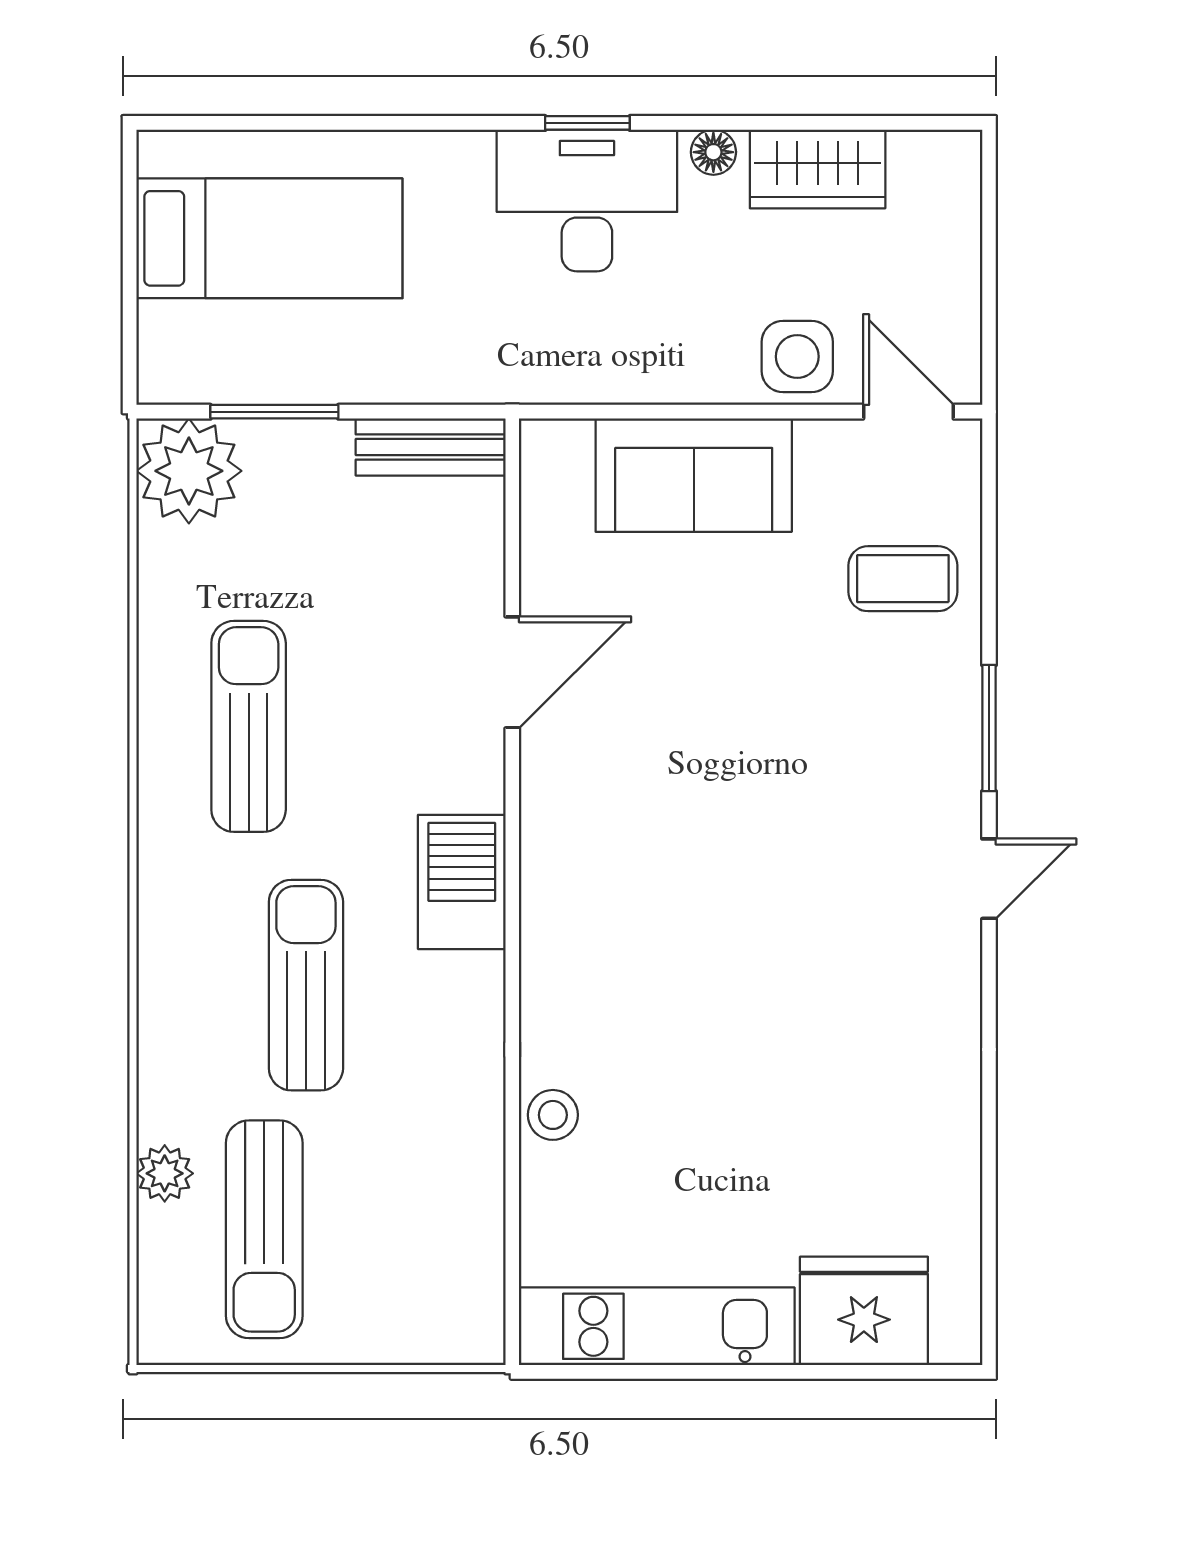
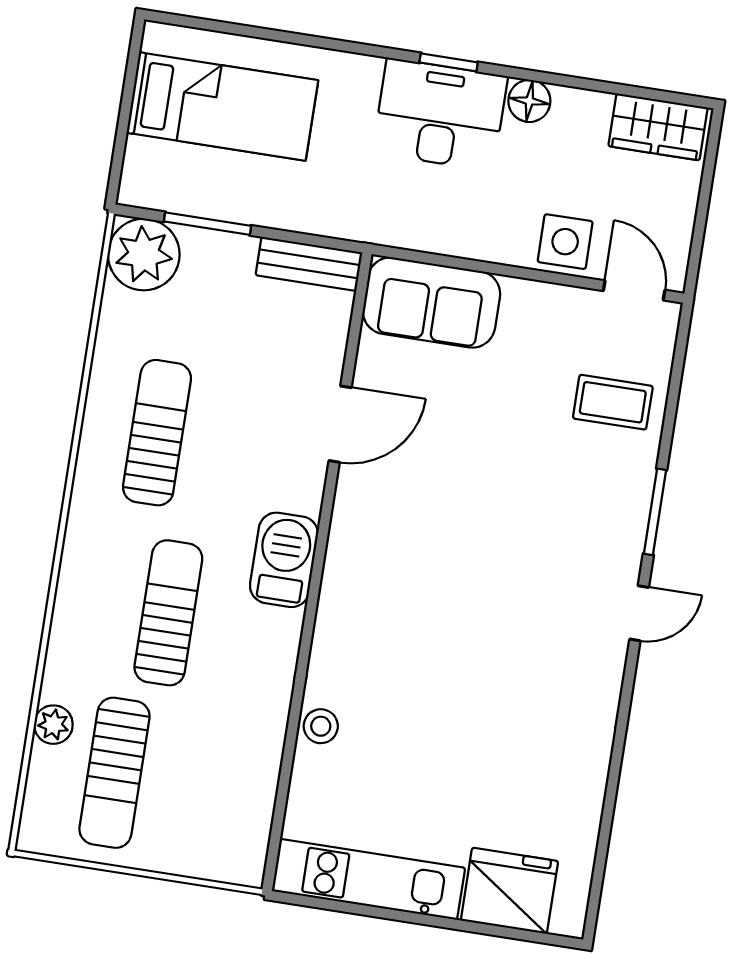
floor lamp: (713, 152) -> (529, 101), width x1.37, depth x1.37
wardrobe: (818, 169) -> (658, 127), moved
sofa: (694, 475) -> (431, 302), moved

